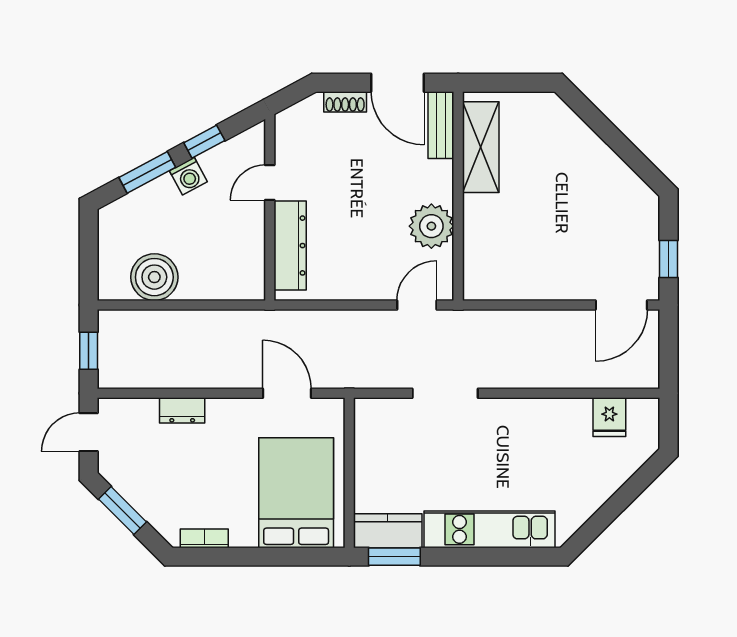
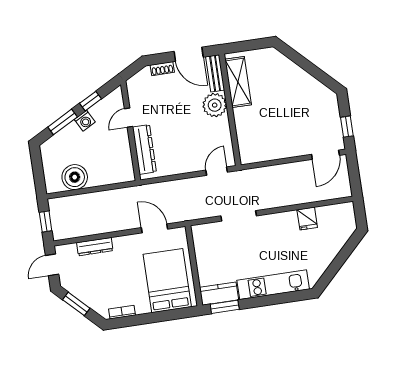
plant: (431, 226) -> (215, 105), moved
dresser: (182, 410) -> (95, 247), width x1.44
fridge: (609, 417) -> (307, 219), moved

